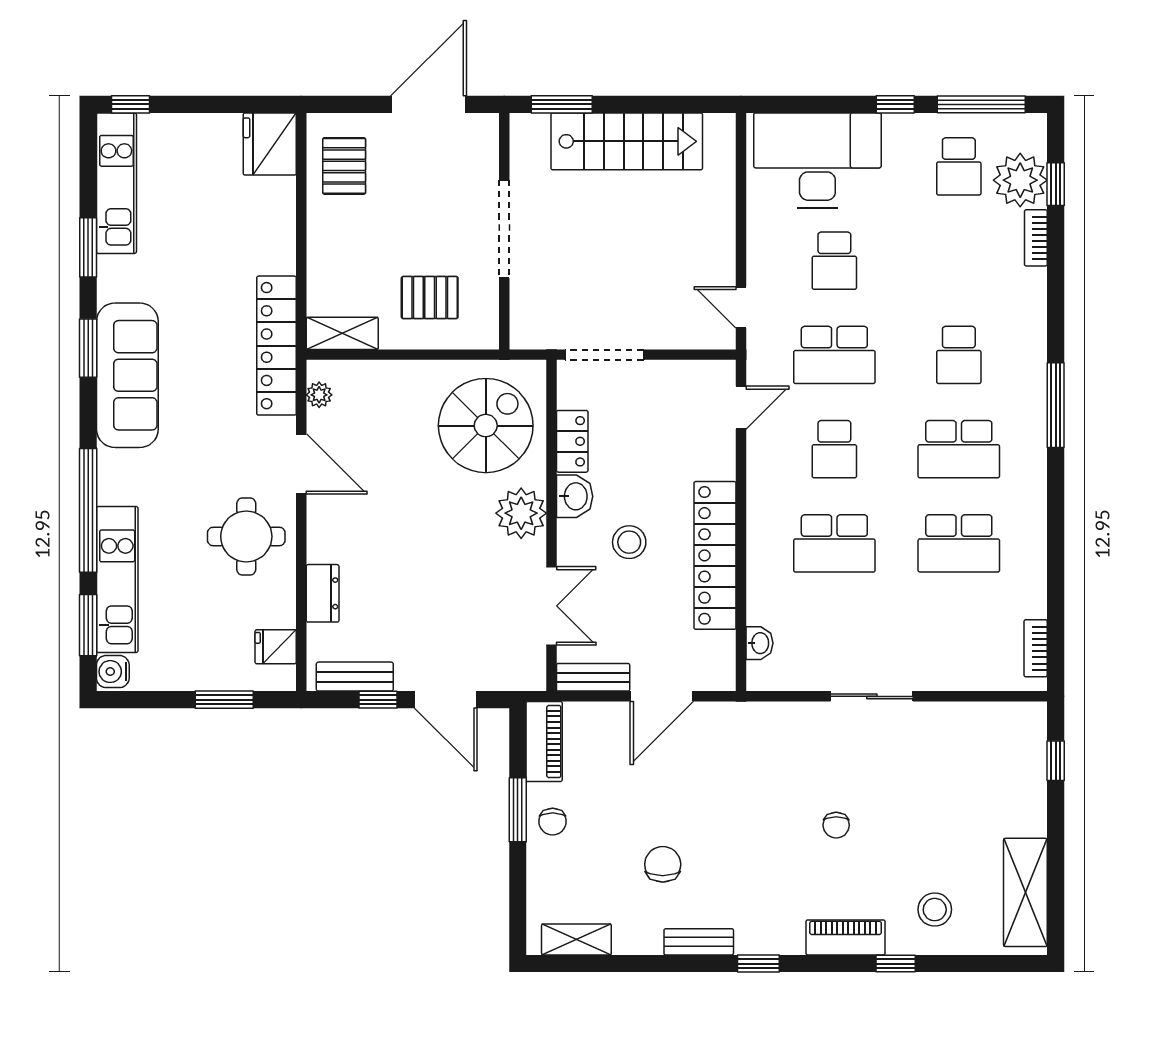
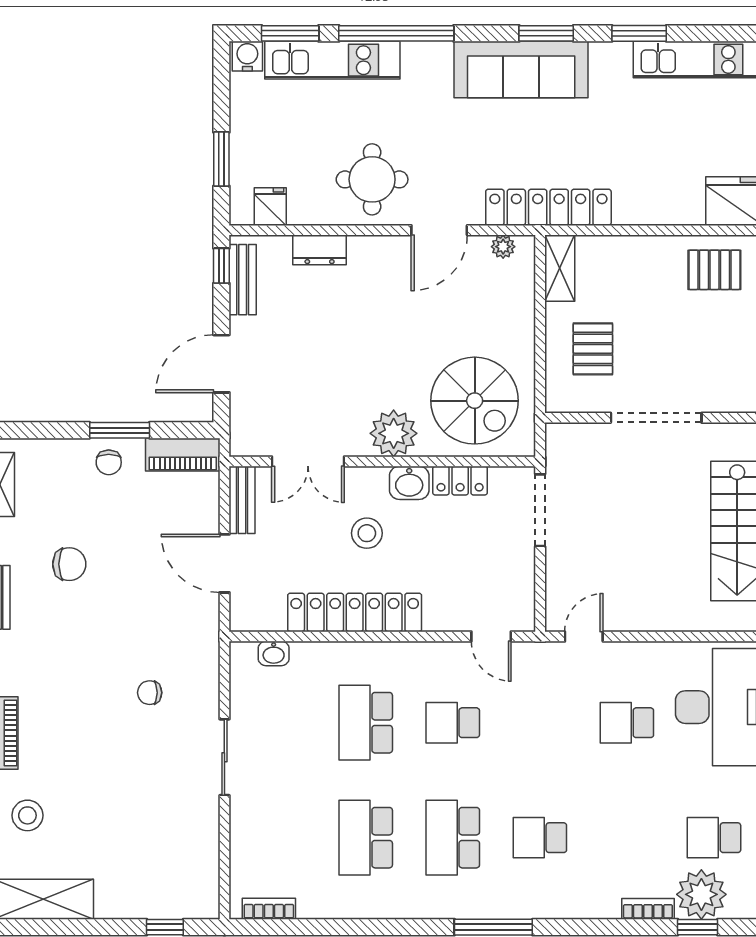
school desk: (834, 355) -> (540, 723), removed
window: (378, 700) -> (221, 266), moved
chair: (553, 822) -> (109, 462), turned -90
chair: (836, 825) -> (150, 693), moved

